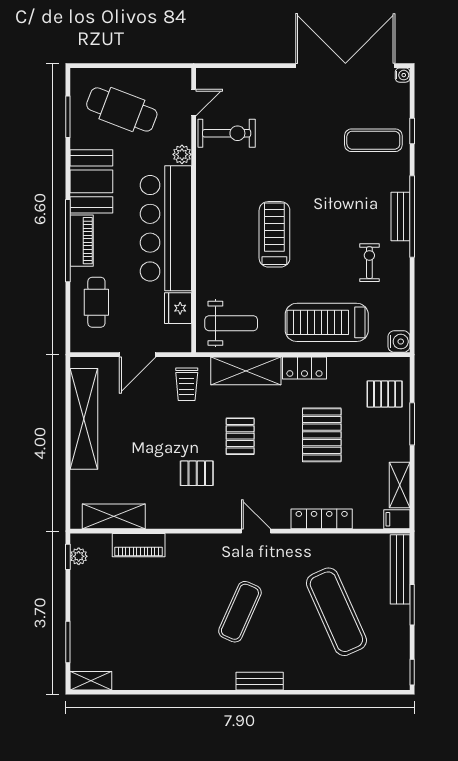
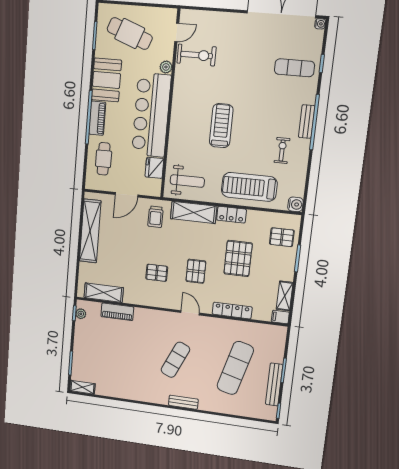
pallet: (240, 436) -> (196, 271), moved
bench: (400, 569) -> (274, 384), moved
exercise mat: (336, 612) -> (235, 368), turned 39

